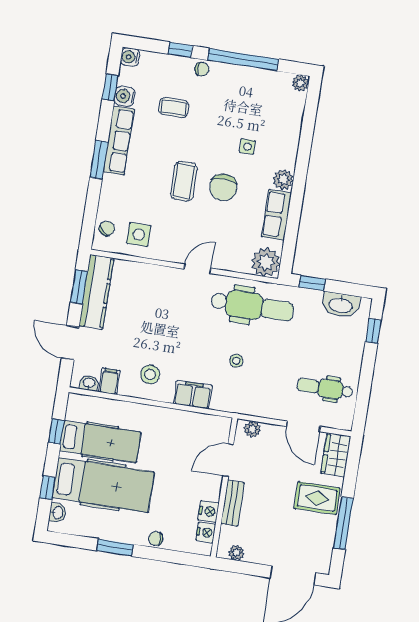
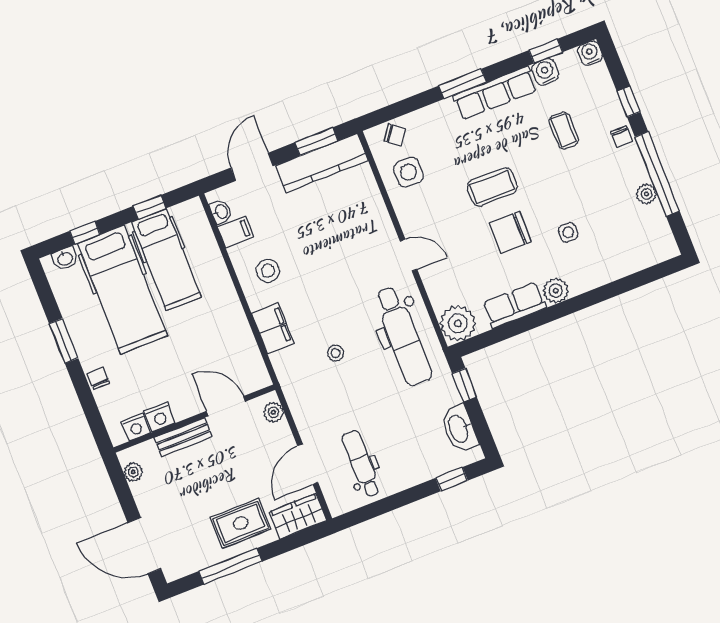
plant: (300, 83) -> (646, 194), moved
rug: (317, 498) -> (241, 523), turned 90

